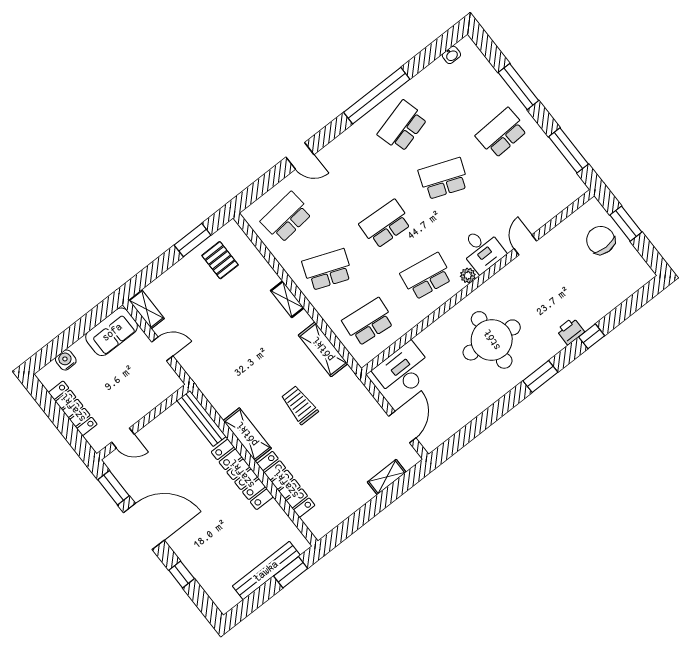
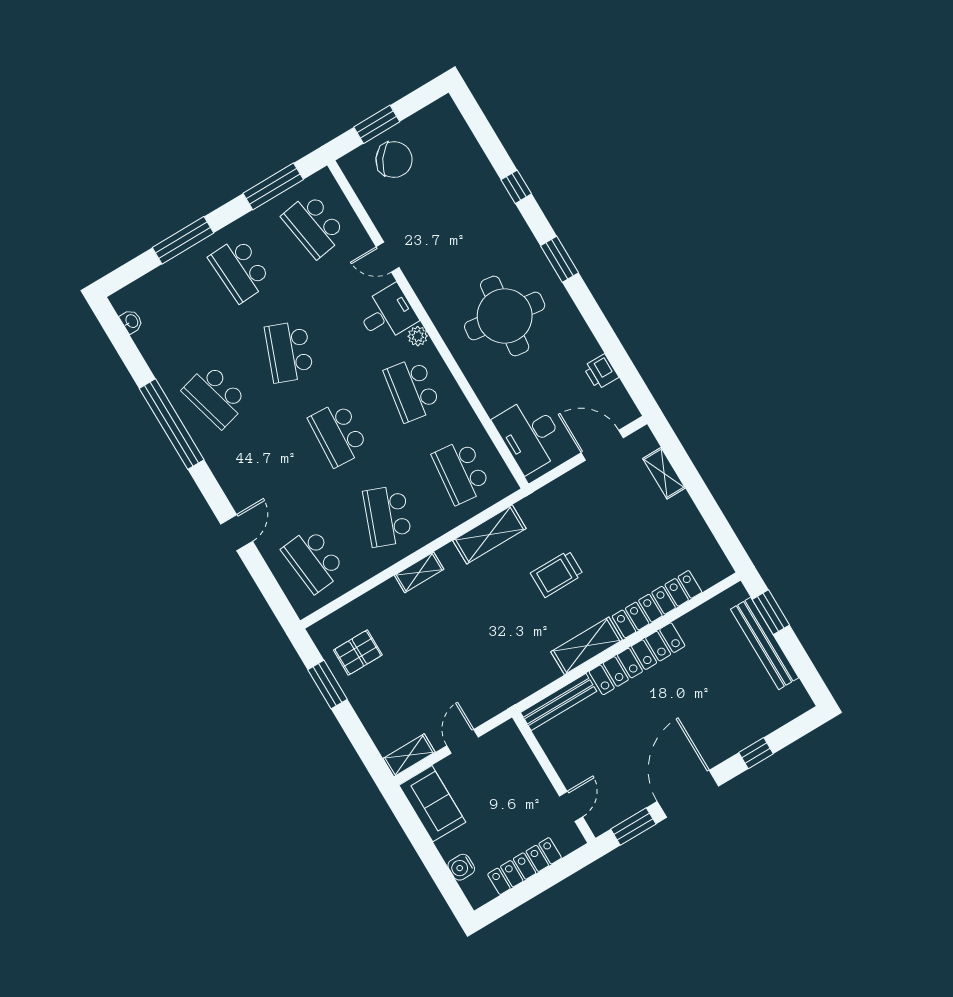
school desk: (543, 185) -> (314, 225), added
chair: (601, 240) -> (394, 160), turned -144
printer: (570, 331) -> (601, 372), moved

